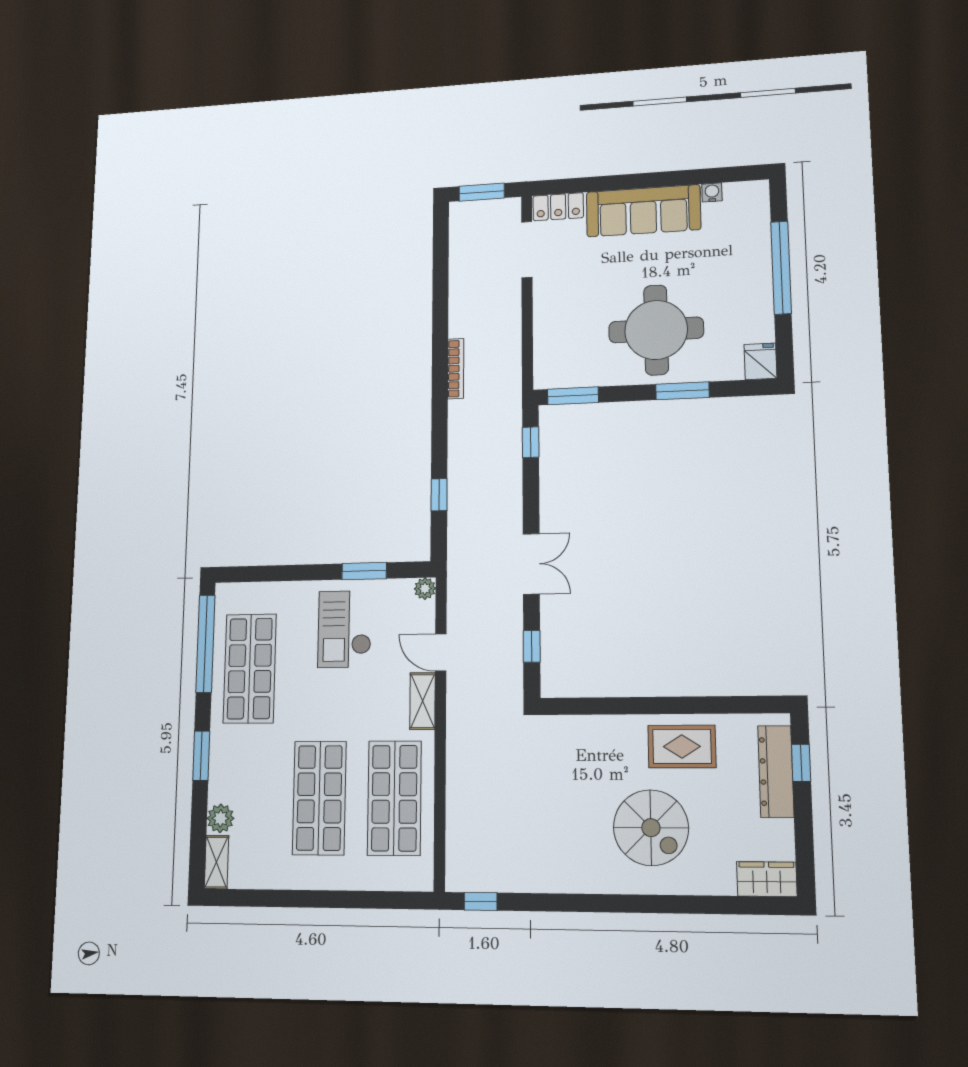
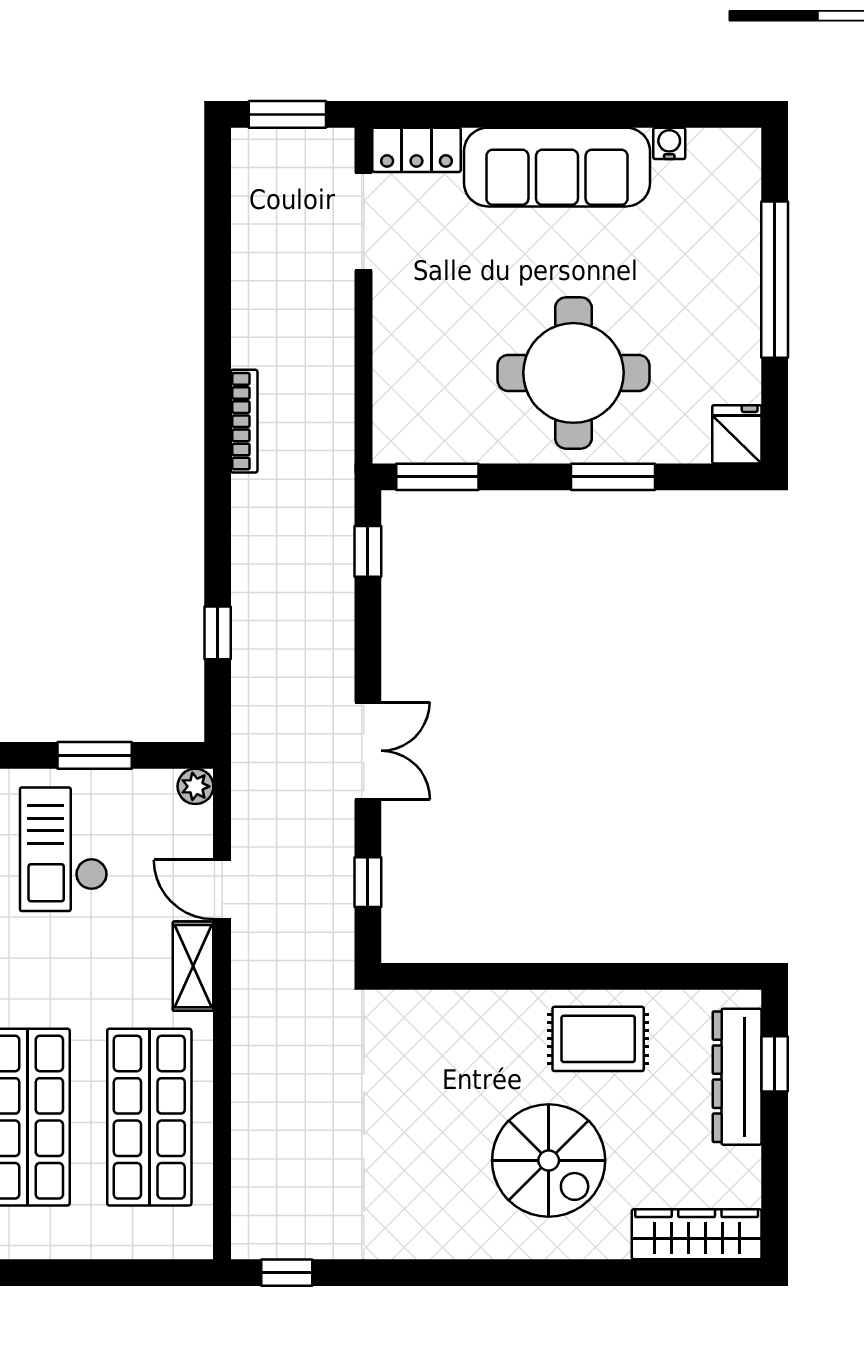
wardrobe: (767, 879) -> (697, 1234), width x1.50

